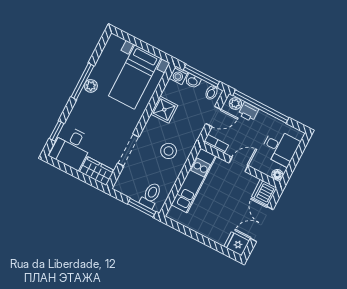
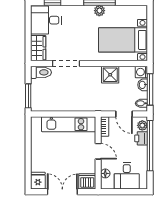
stool: (169, 151) -> (81, 94), removed
floor lamp: (277, 175) -> (105, 173), moved
toilet: (151, 195) -> (41, 72), moved

